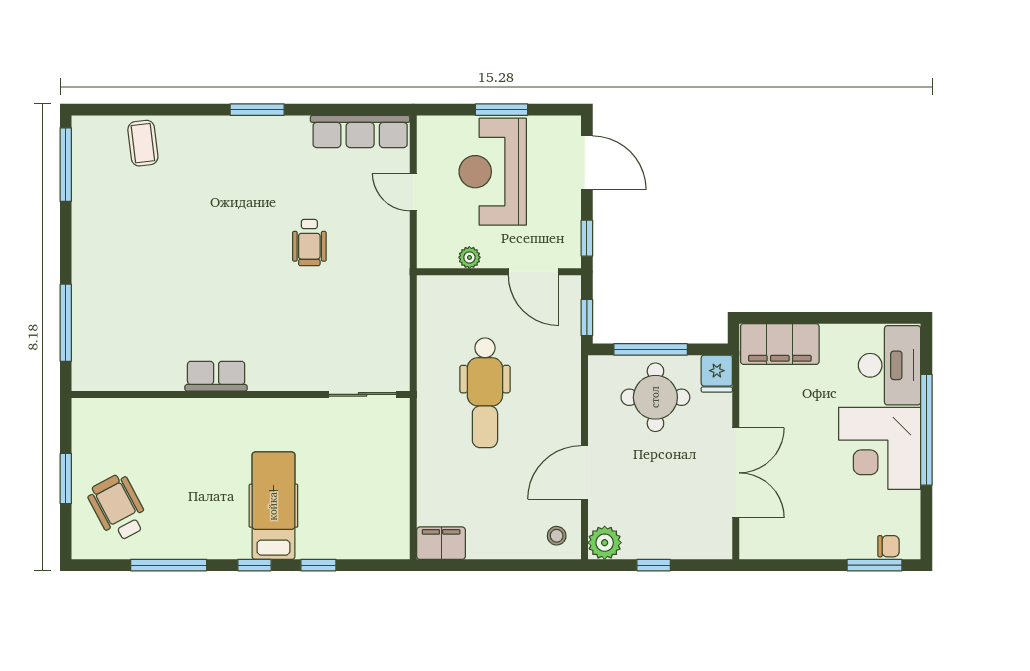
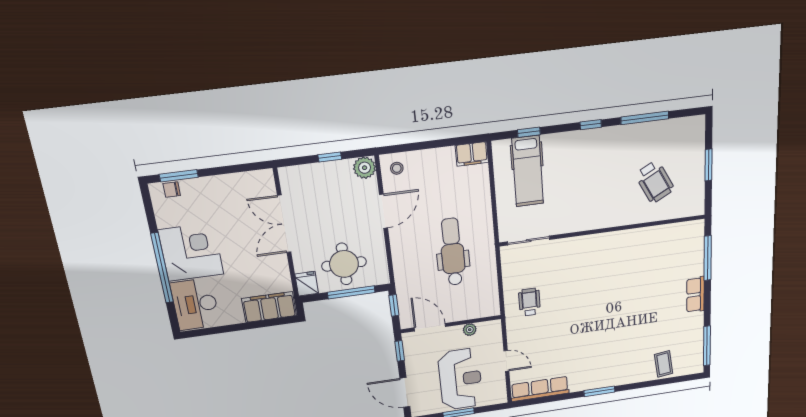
wheelchair: (309, 243) -> (529, 302), moved
row of seats: (216, 376) -> (696, 295), moved, turned 90
hospital bed: (273, 506) -> (528, 171), moved
wheelchair: (118, 508) -> (655, 182), moved
window: (318, 565) -> (529, 132), moved

